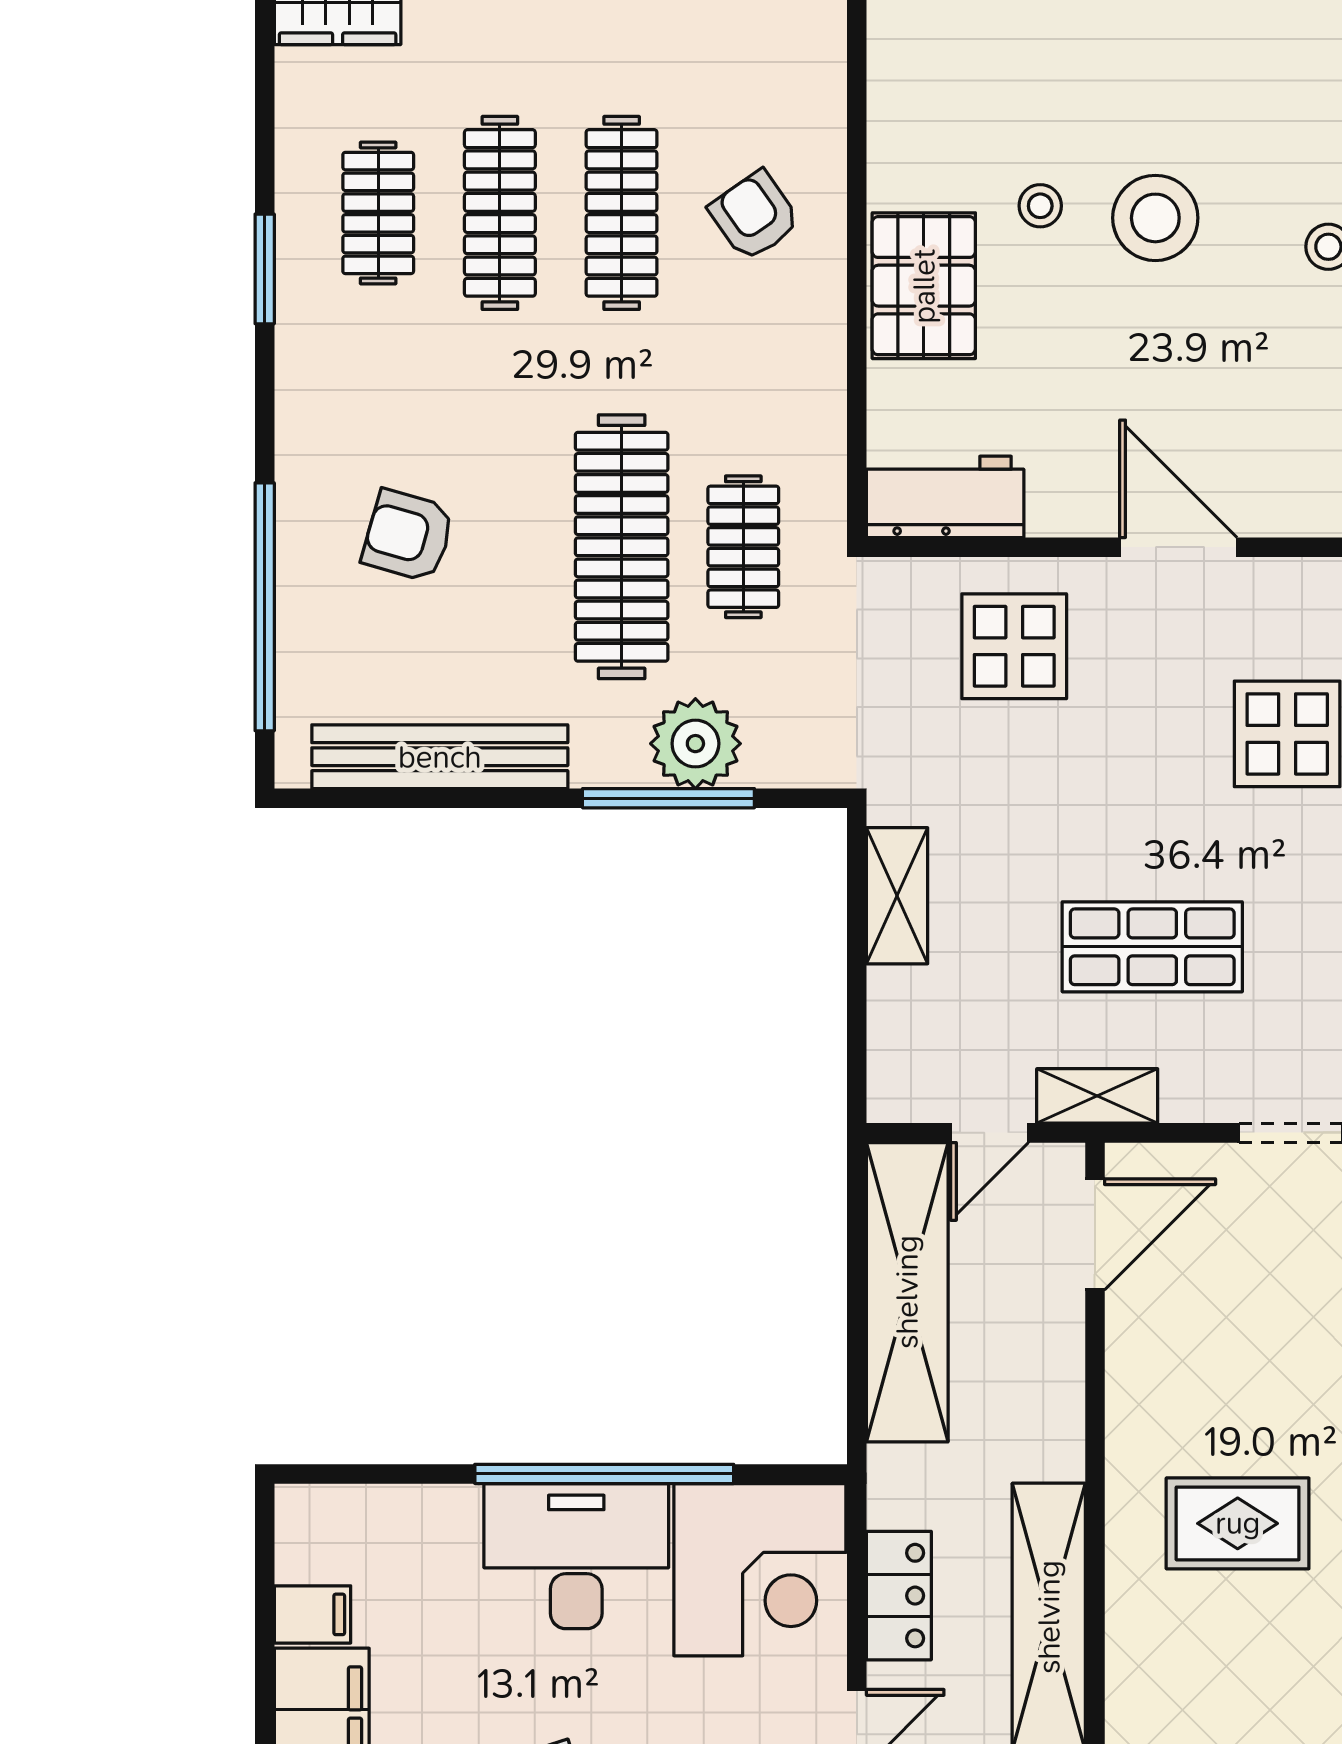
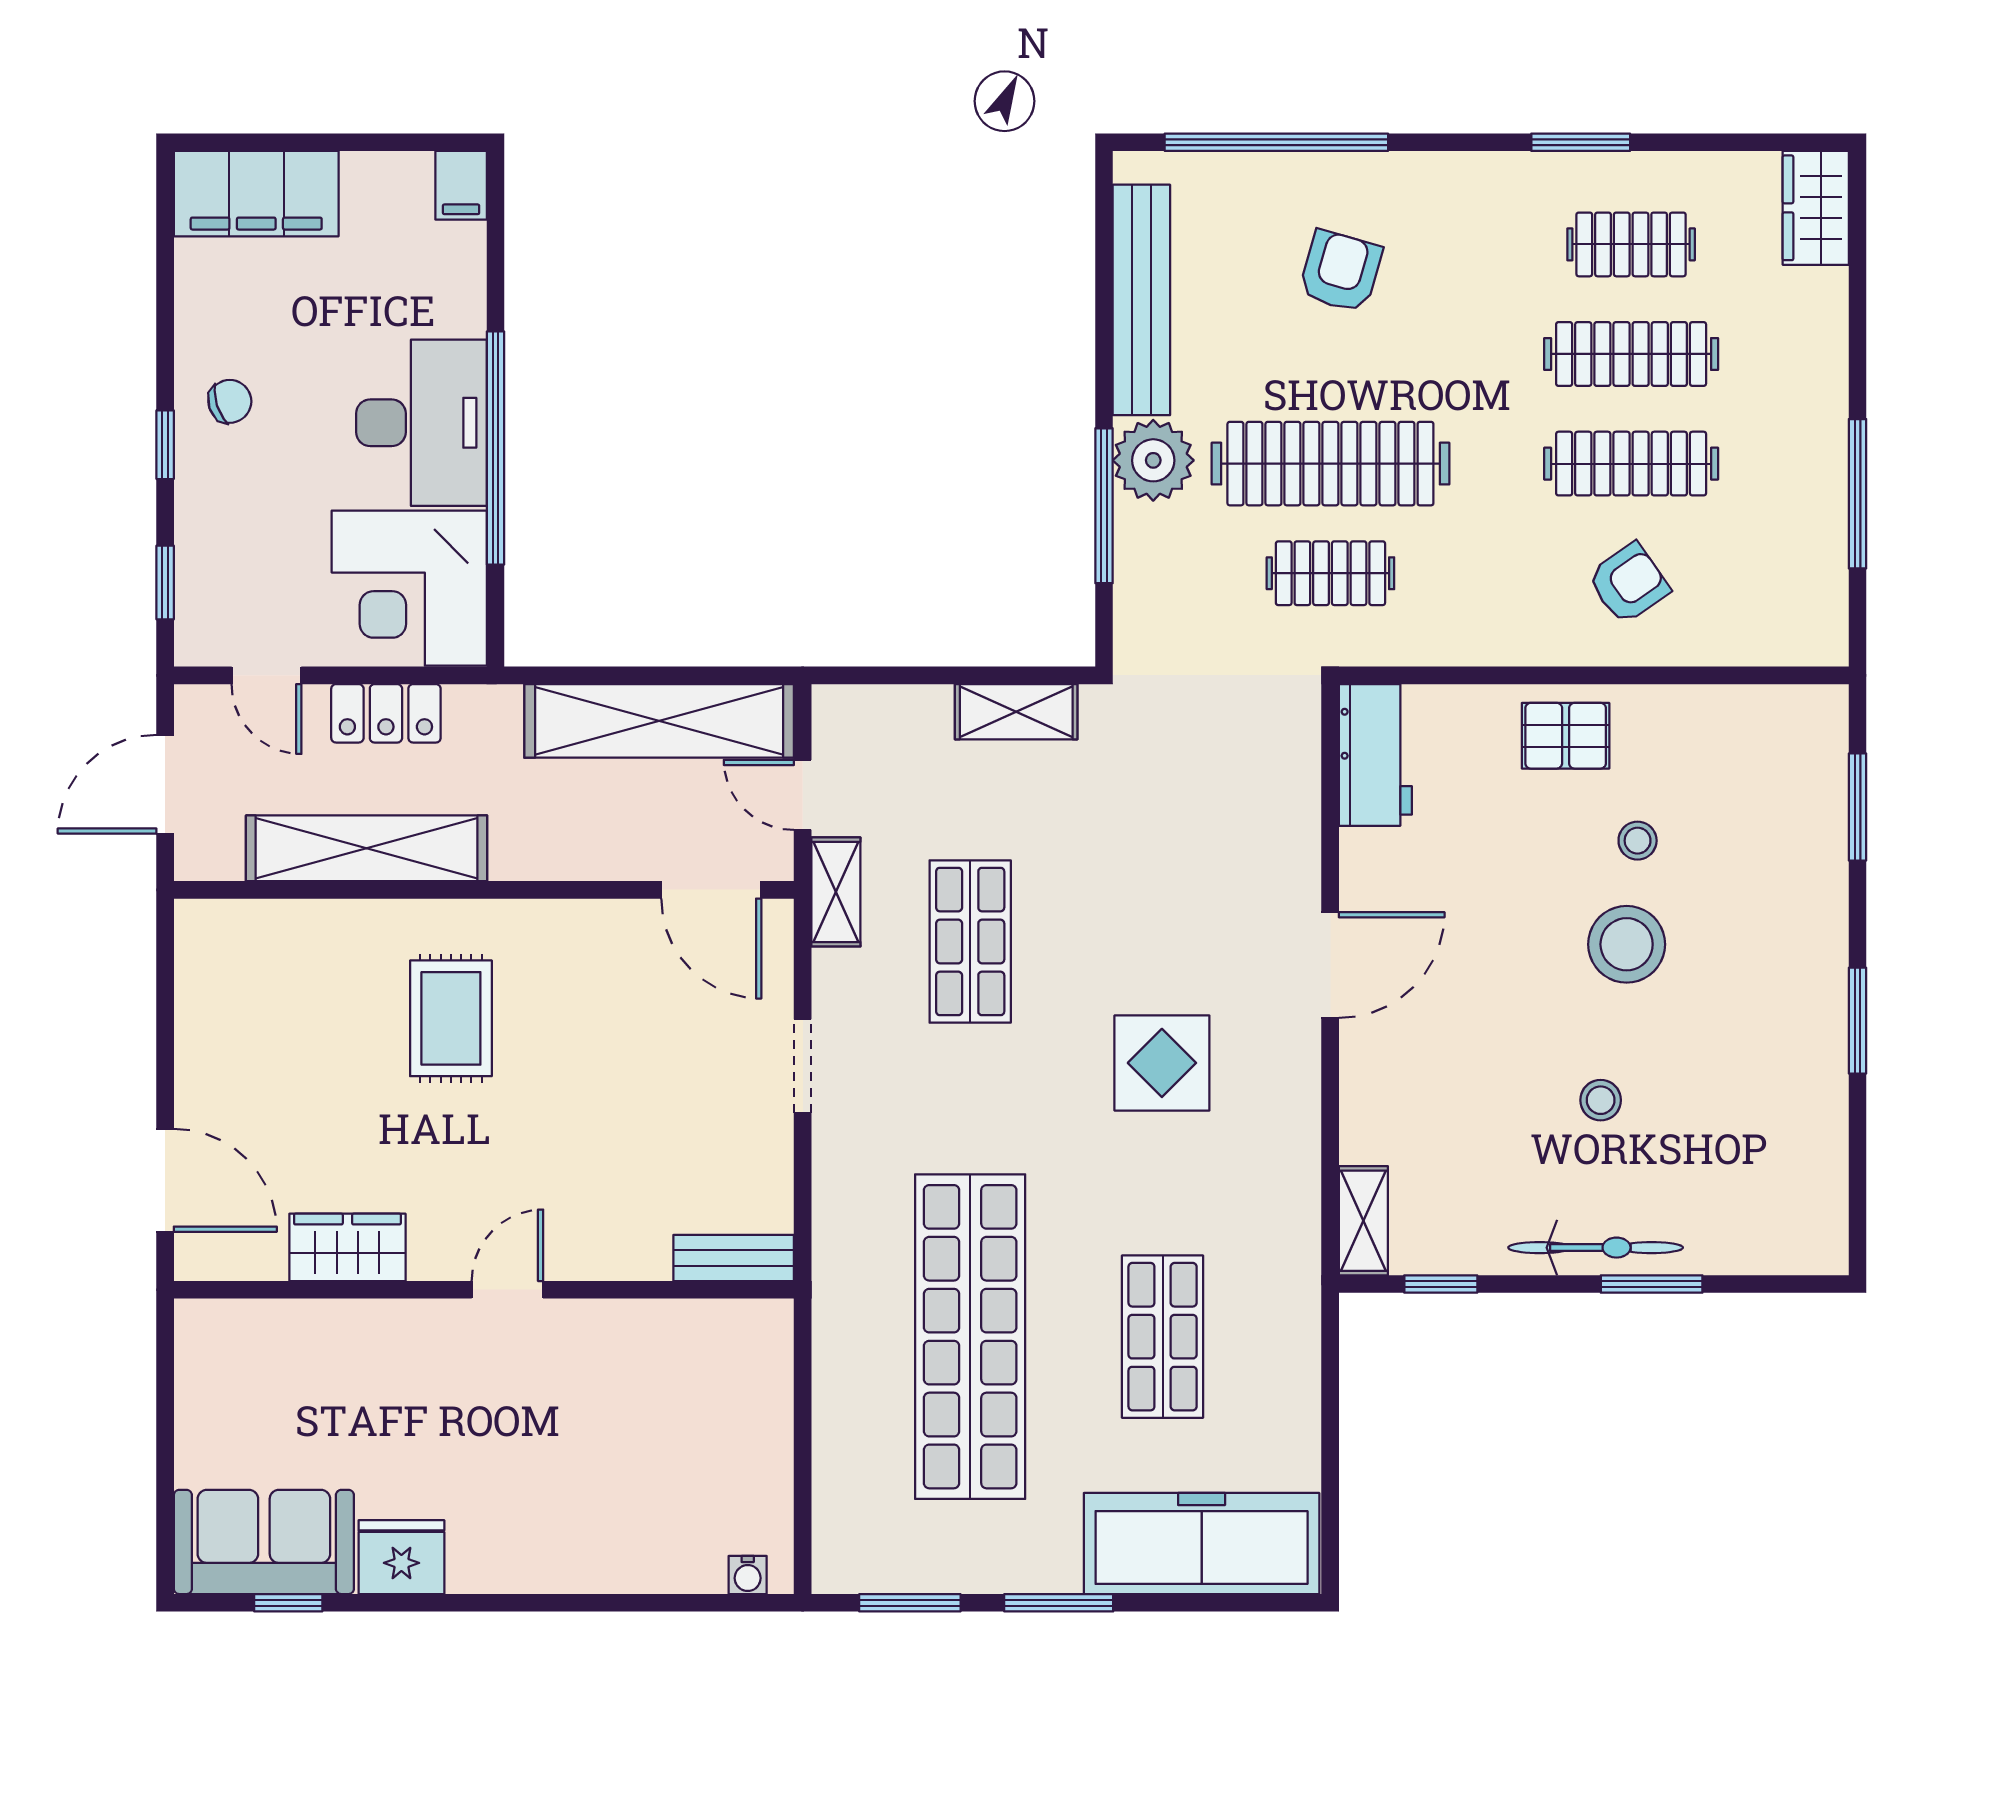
pallet: (924, 286) -> (1566, 736), width x0.67, depth x0.71
display table: (1014, 646) -> (1241, 817), removed
plant: (695, 744) -> (1153, 460), moved
filing cabinet: (312, 1614) -> (461, 185), moved

